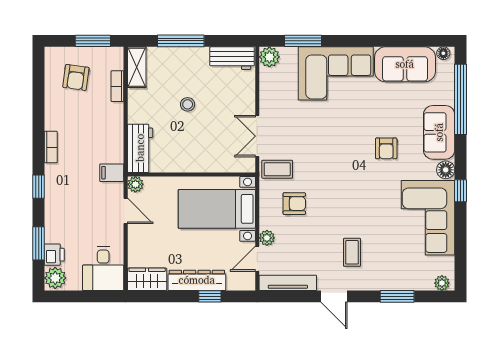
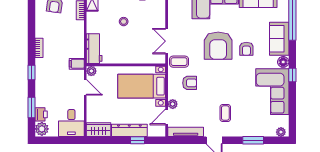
armchair: (340, 143) -> (218, 46), added

